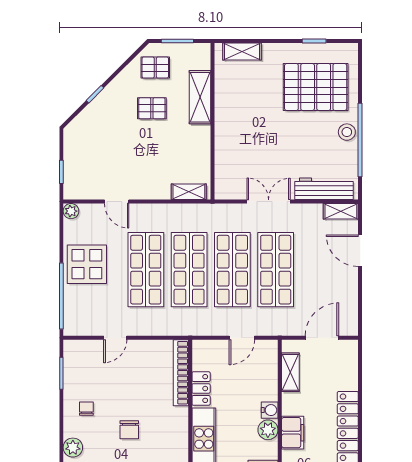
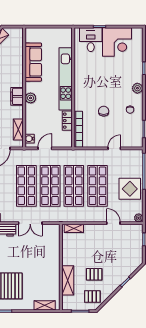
water cooler: (270, 410) -> (30, 139), moved
chair: (129, 430) -> (104, 111), moved

